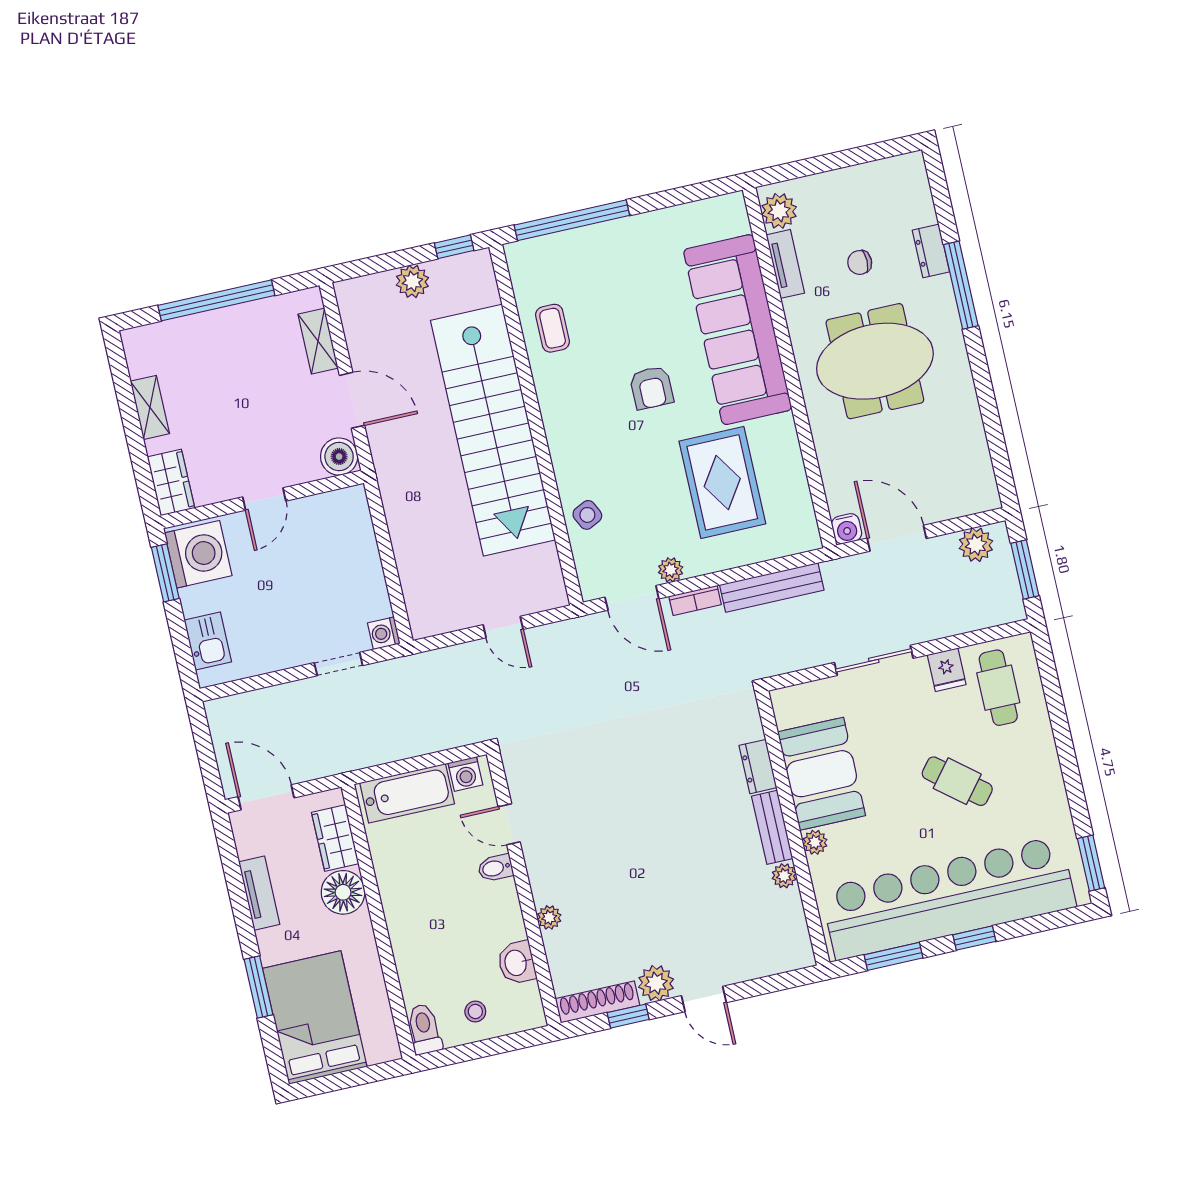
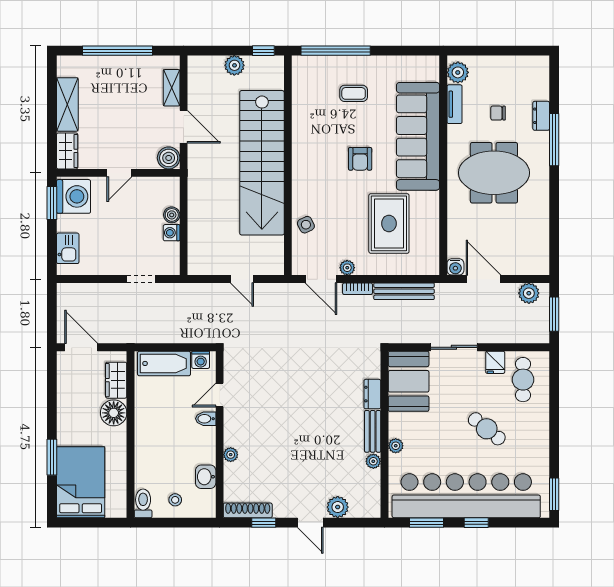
coffee table: (553, 328) -> (354, 93), moved, turned 90
shelving: (150, 407) -> (67, 104), width x1.50, depth x1.33
boiler: (365, 548) -> (172, 215), added
washing machine: (384, 633) -> (172, 233), moved
booth: (822, 774) -> (409, 381), moved
door: (509, 824) -> (220, 395), hinge flipped
tv unit: (259, 893) -> (65, 402), removed
plant: (656, 983) -> (338, 507), moved

